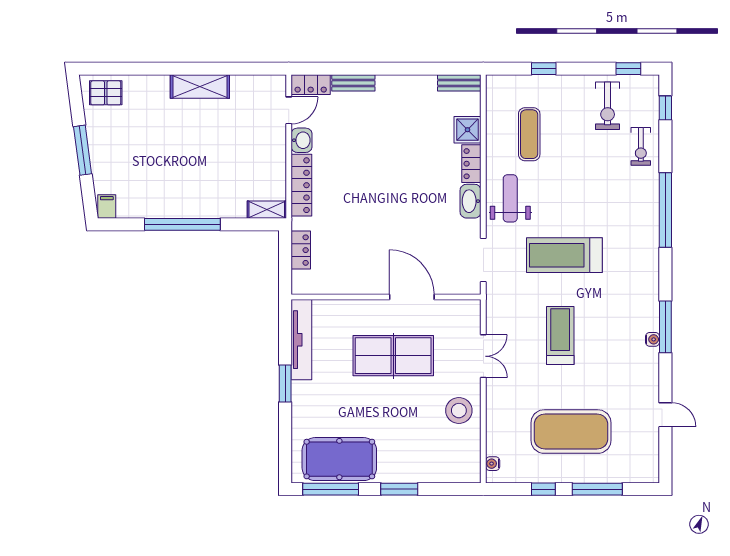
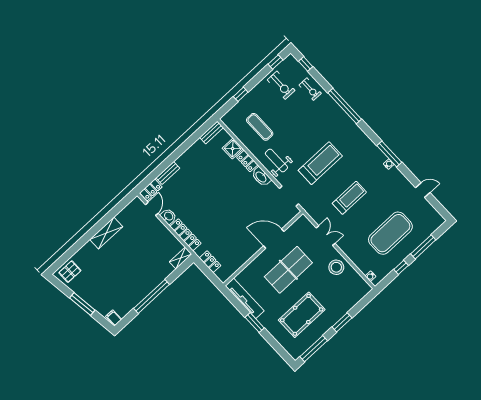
treadmill: (564, 255) -> (320, 163), turned 180
treadmill: (560, 336) -> (349, 198), turned 90
pool table: (339, 459) -> (302, 315), moved

